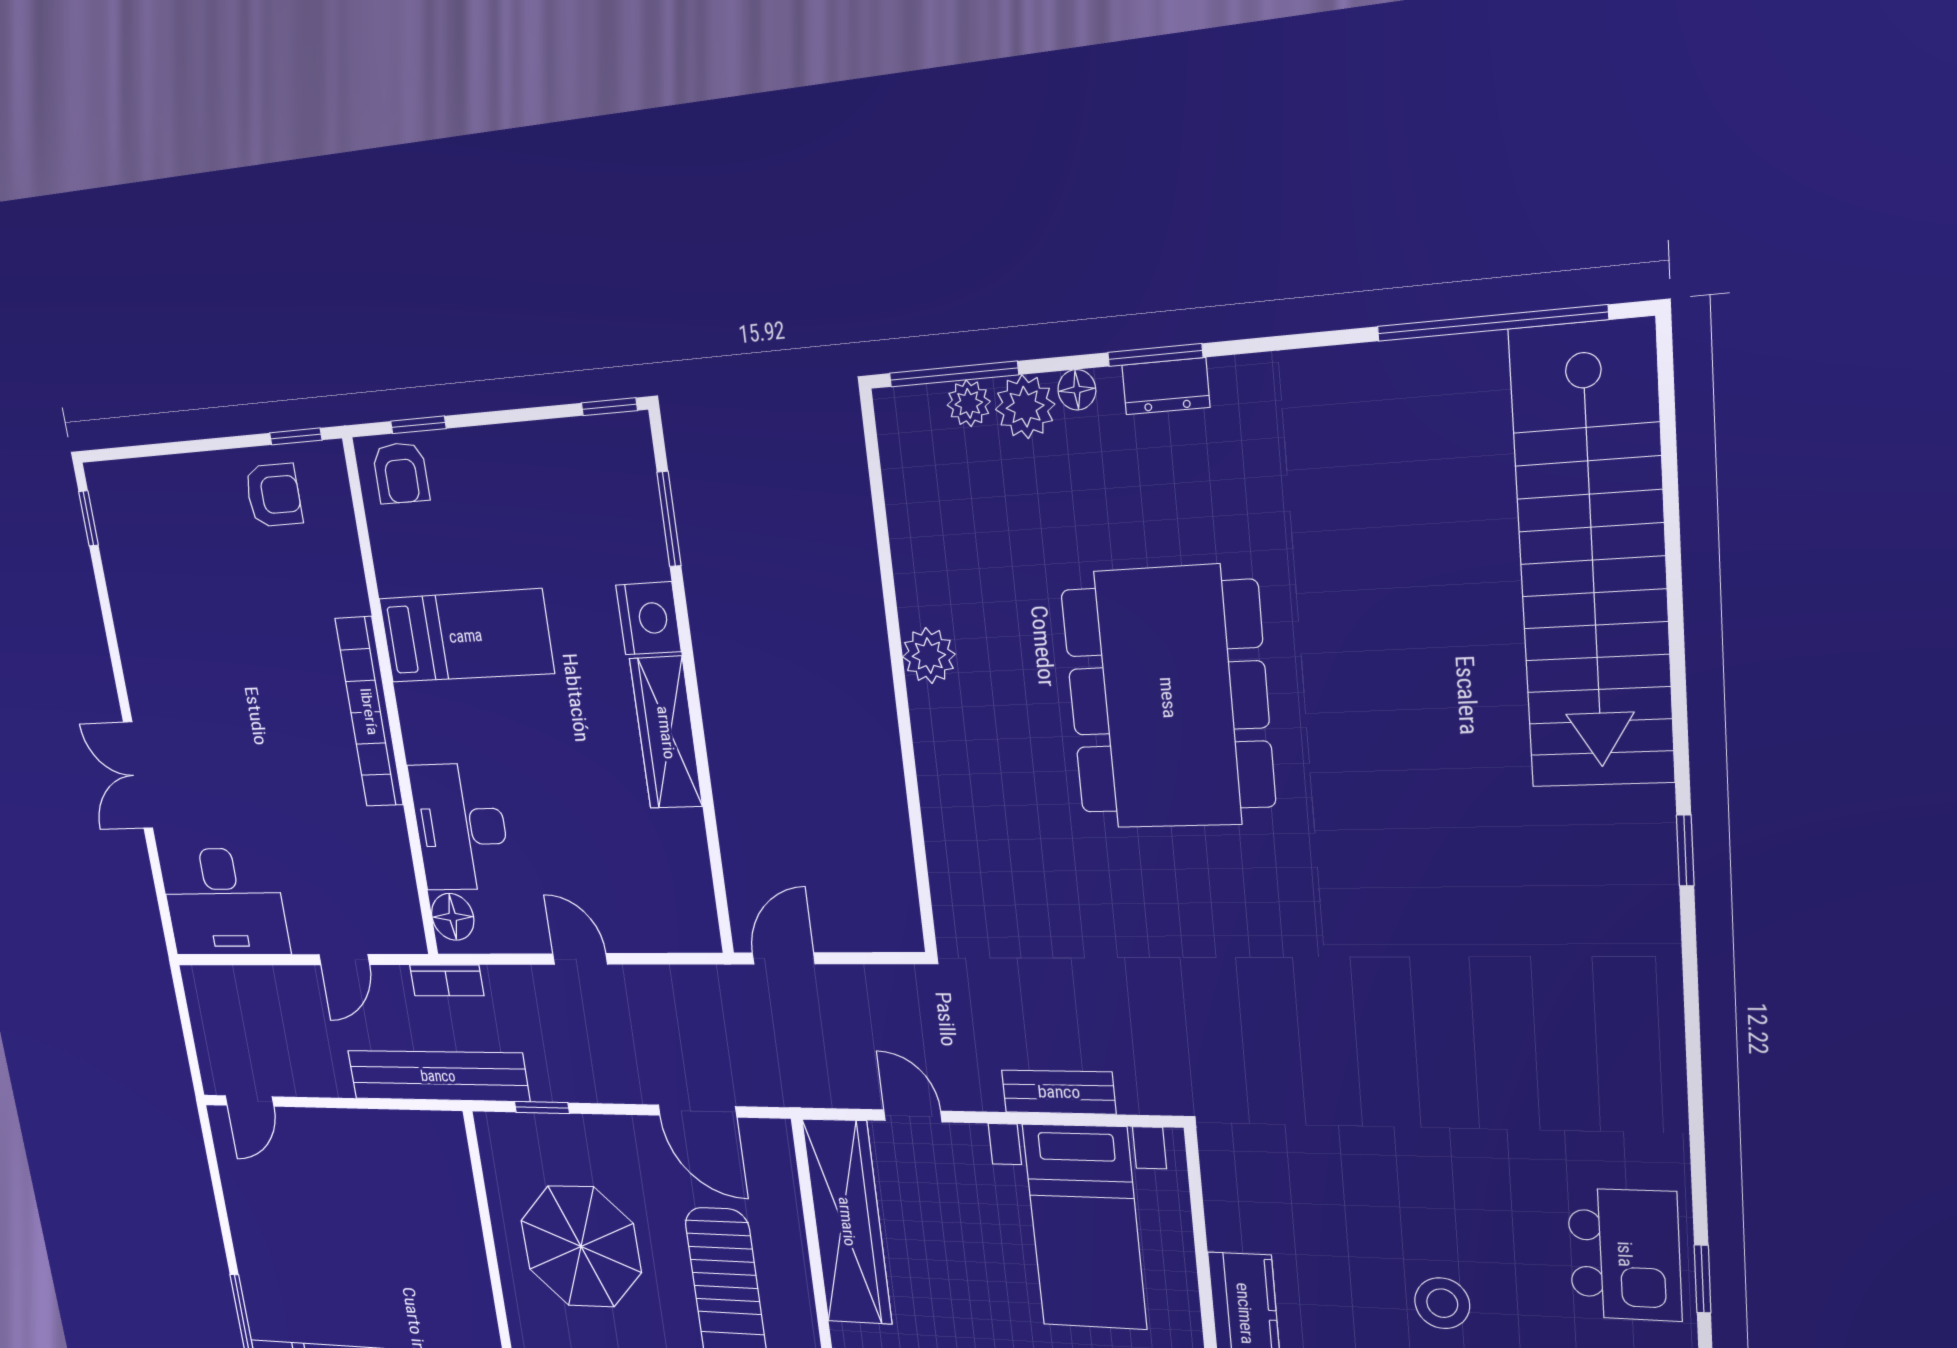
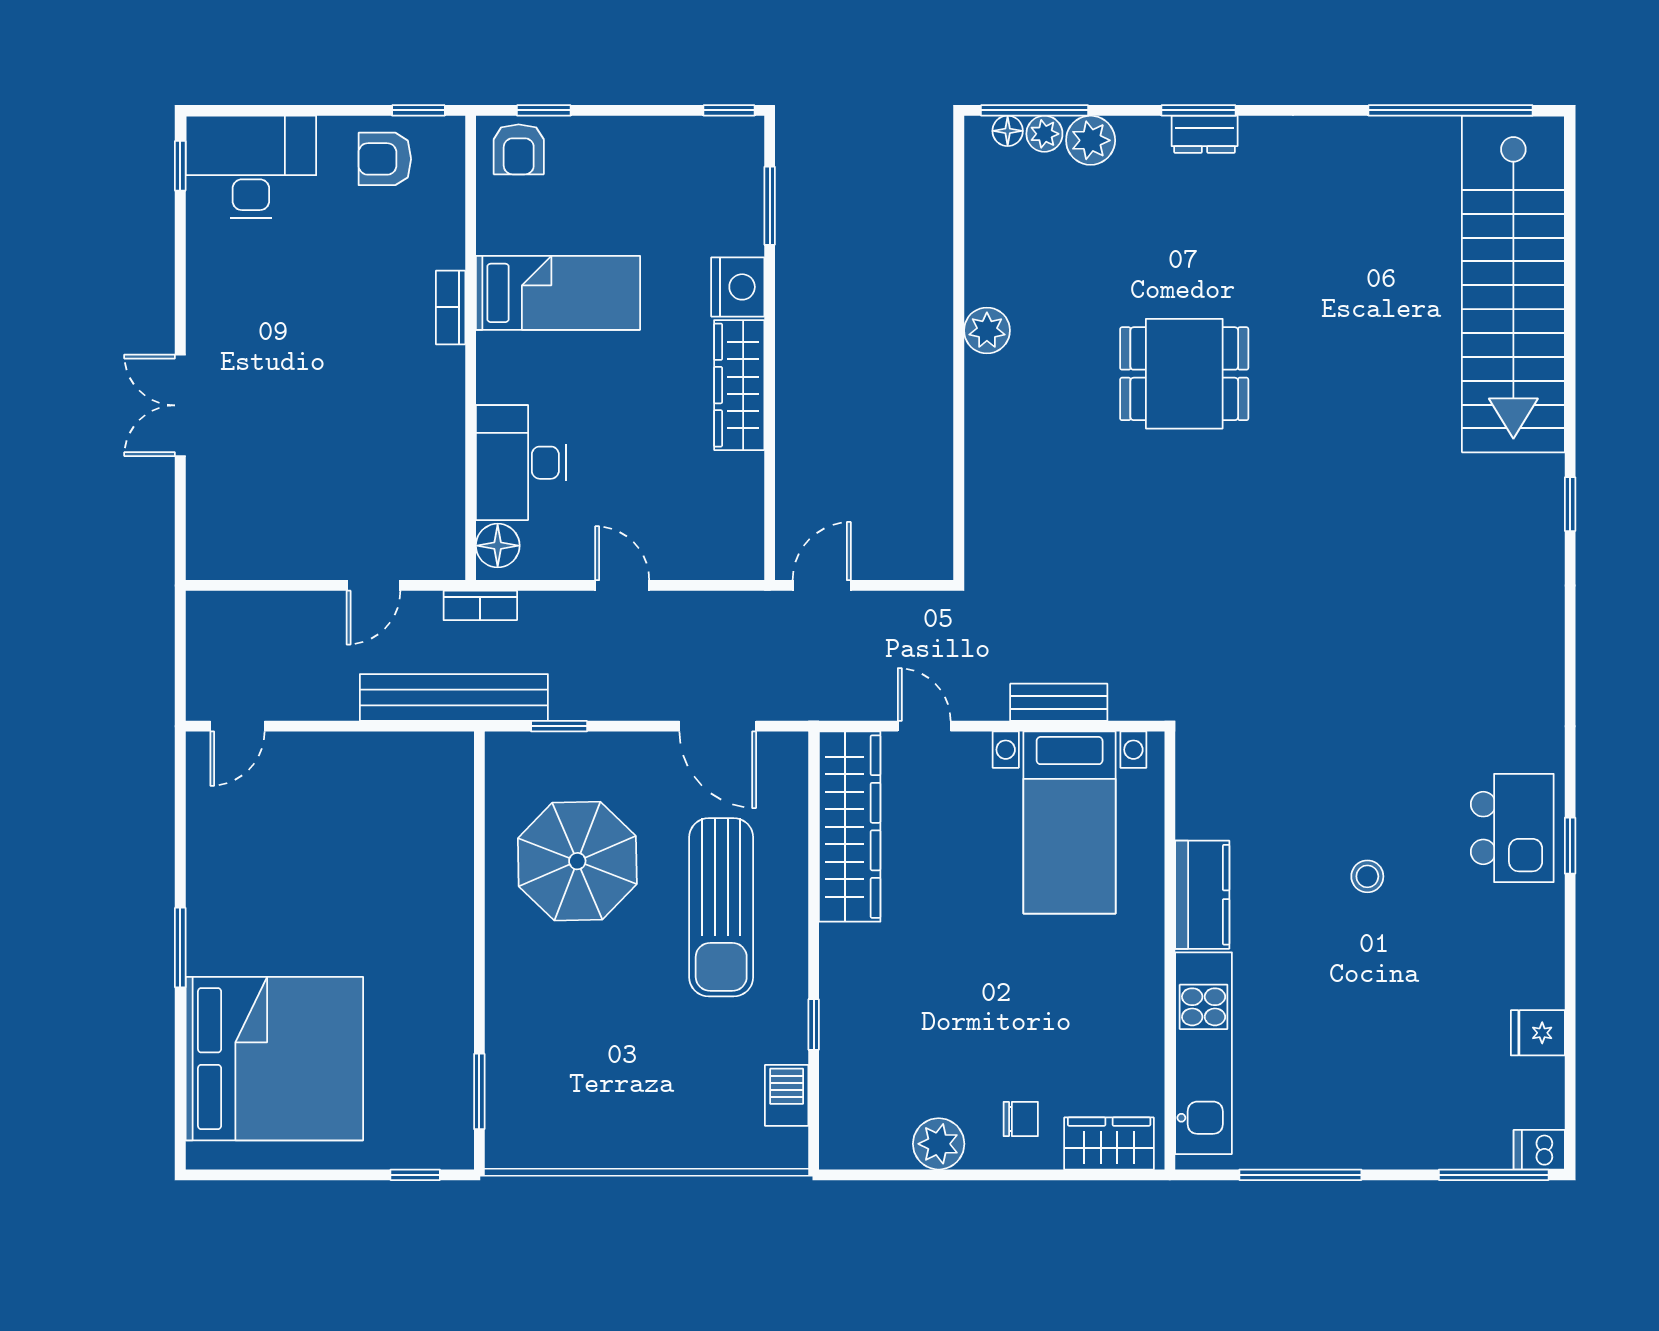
floor lamp: (1077, 390) -> (1008, 131), moved
armchair: (274, 495) -> (385, 159), turned 180
dining table: (1168, 698) -> (1184, 374), width x0.53, depth x0.80
bookcase: (369, 712) -> (451, 307), width x0.43, depth x0.76
desk: (224, 902) -> (251, 167), moved, turned 180
stool: (1442, 1303) -> (1367, 876), width x0.73, depth x0.73

